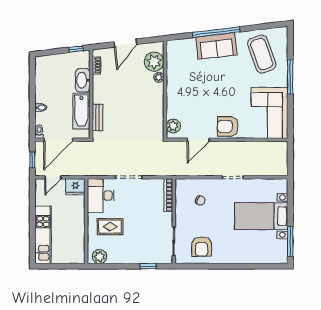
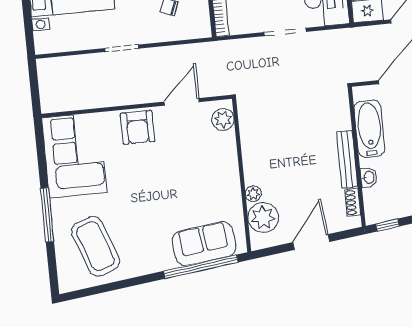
window: (216, 32) -> (201, 267), moved
sofa: (216, 46) -> (204, 244), moved
washbasin: (83, 80) -> (369, 177), width x0.52, depth x0.69
bench: (97, 117) -> (347, 159), moved, width x1.36
armchair: (228, 126) -> (138, 127), turned 90

